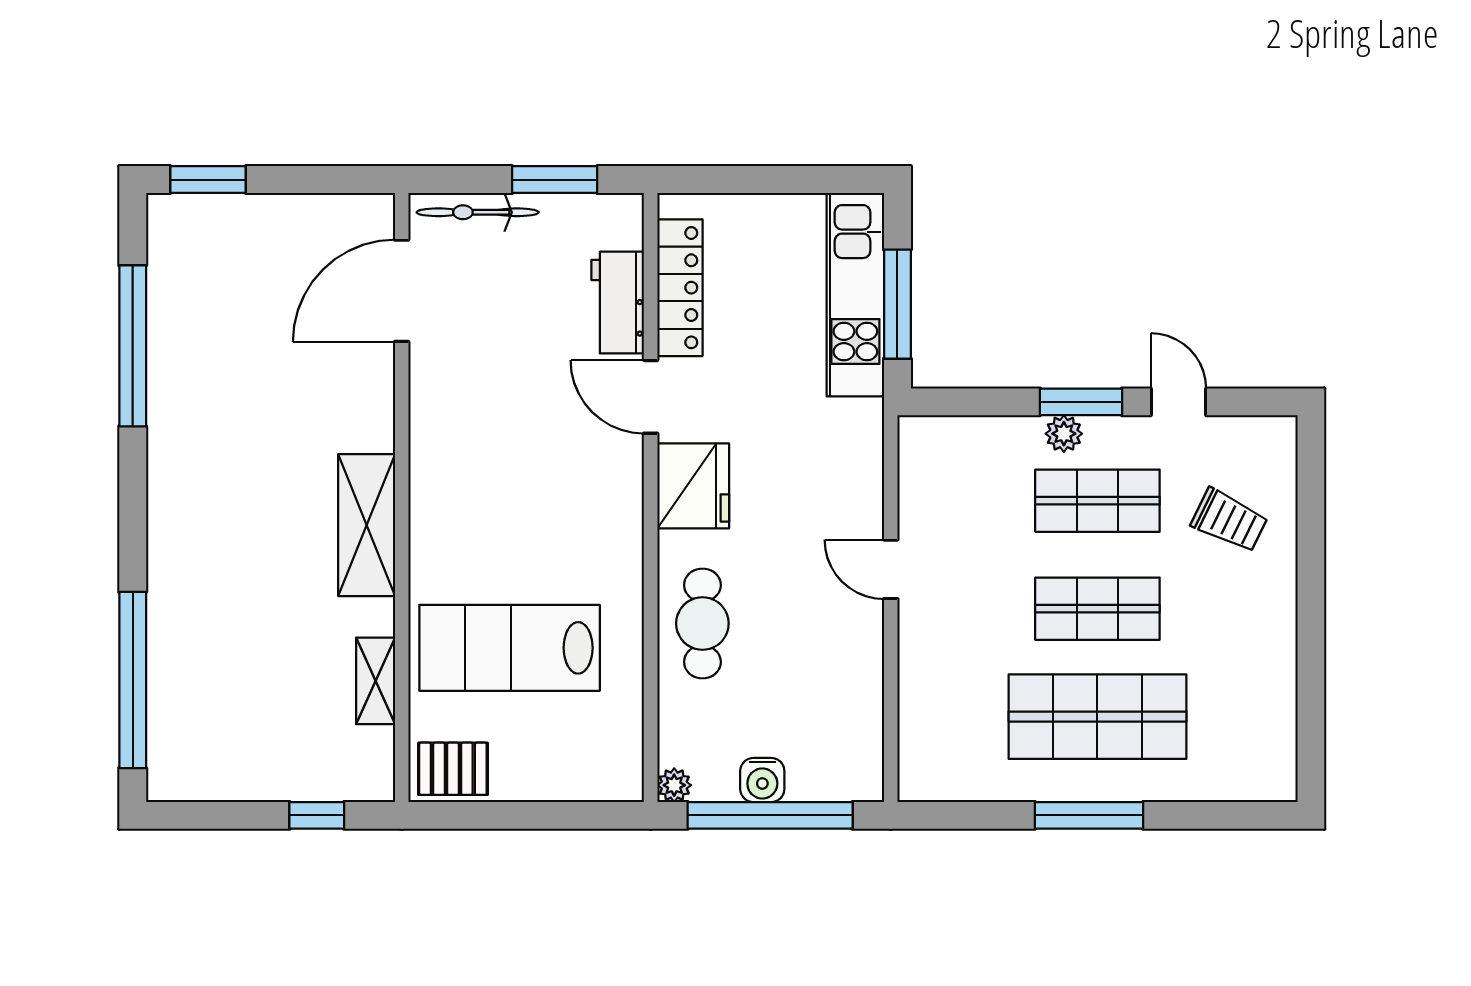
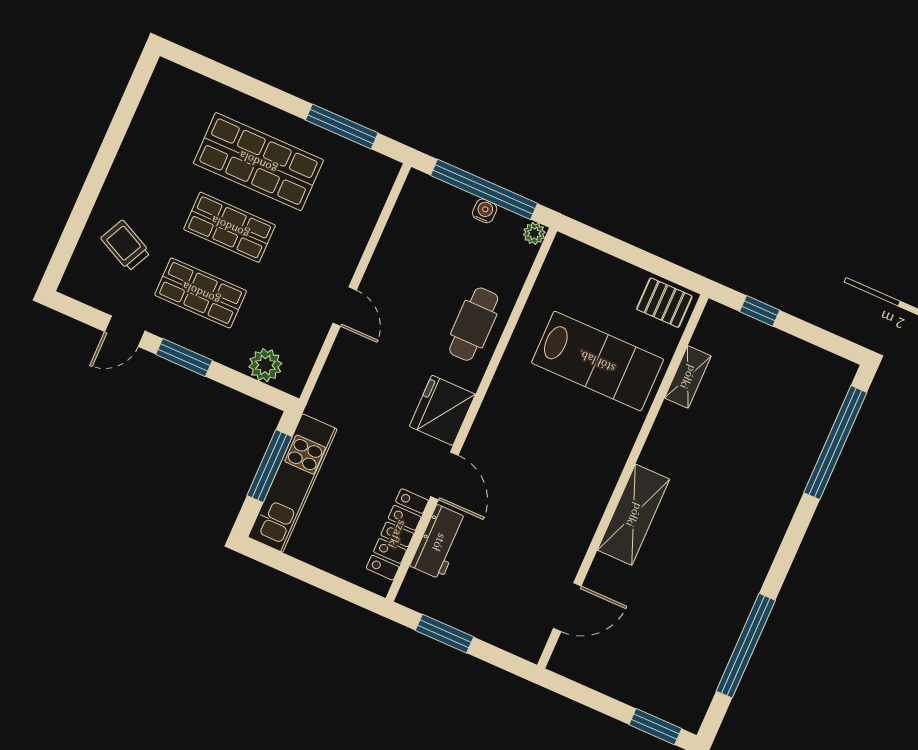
bicycle: (478, 212) -> (500, 634), removed
door: (402, 291) -> (567, 607), width x0.73
door: (1178, 402) -> (125, 331), hinge flipped
plant: (1064, 434) -> (265, 365), moved, width x1.38, depth x1.38
shelving: (367, 525) -> (634, 515), moved
water cooler: (762, 780) -> (485, 211), width x0.72, depth x0.72
window: (1089, 815) -> (342, 127), moved

